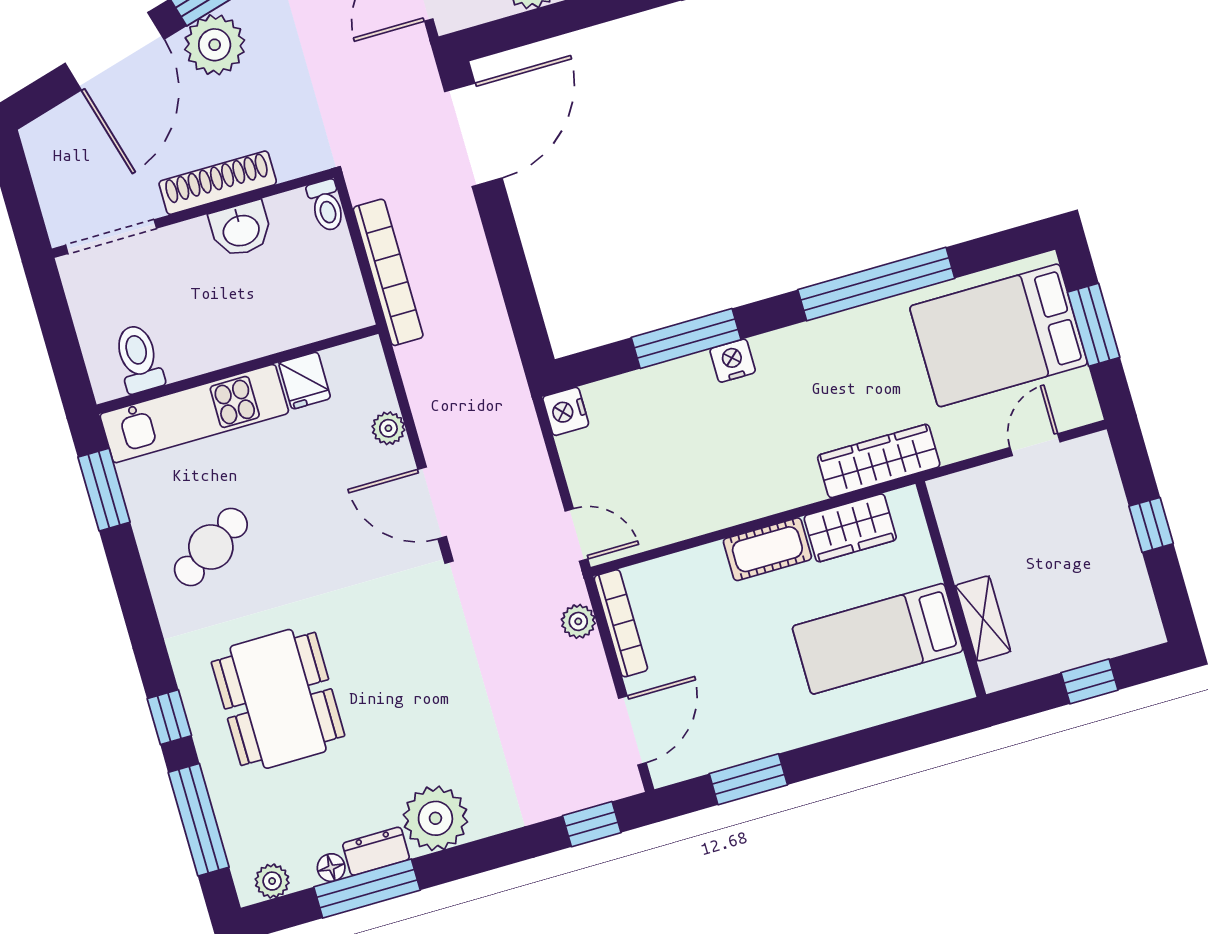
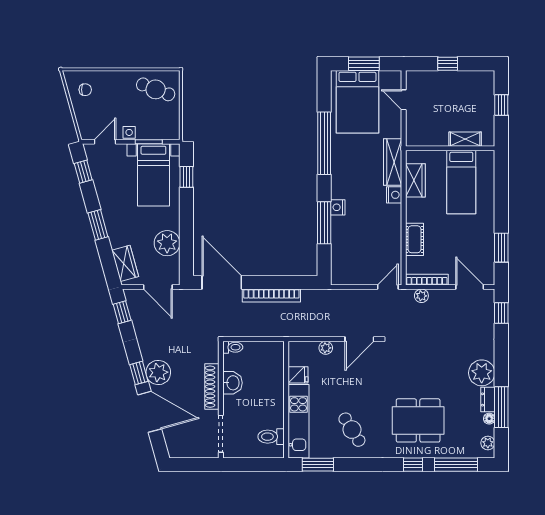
bookcase: (388, 272) -> (271, 296), moved, turned 180
nightstand: (566, 411) -> (394, 195), moved, turned -90
cot: (767, 549) -> (414, 239), moved

